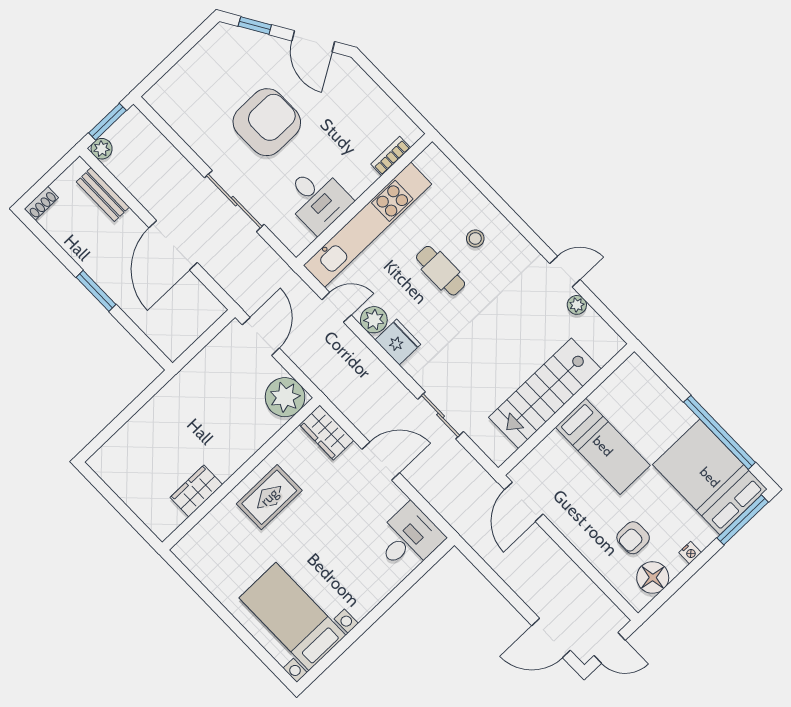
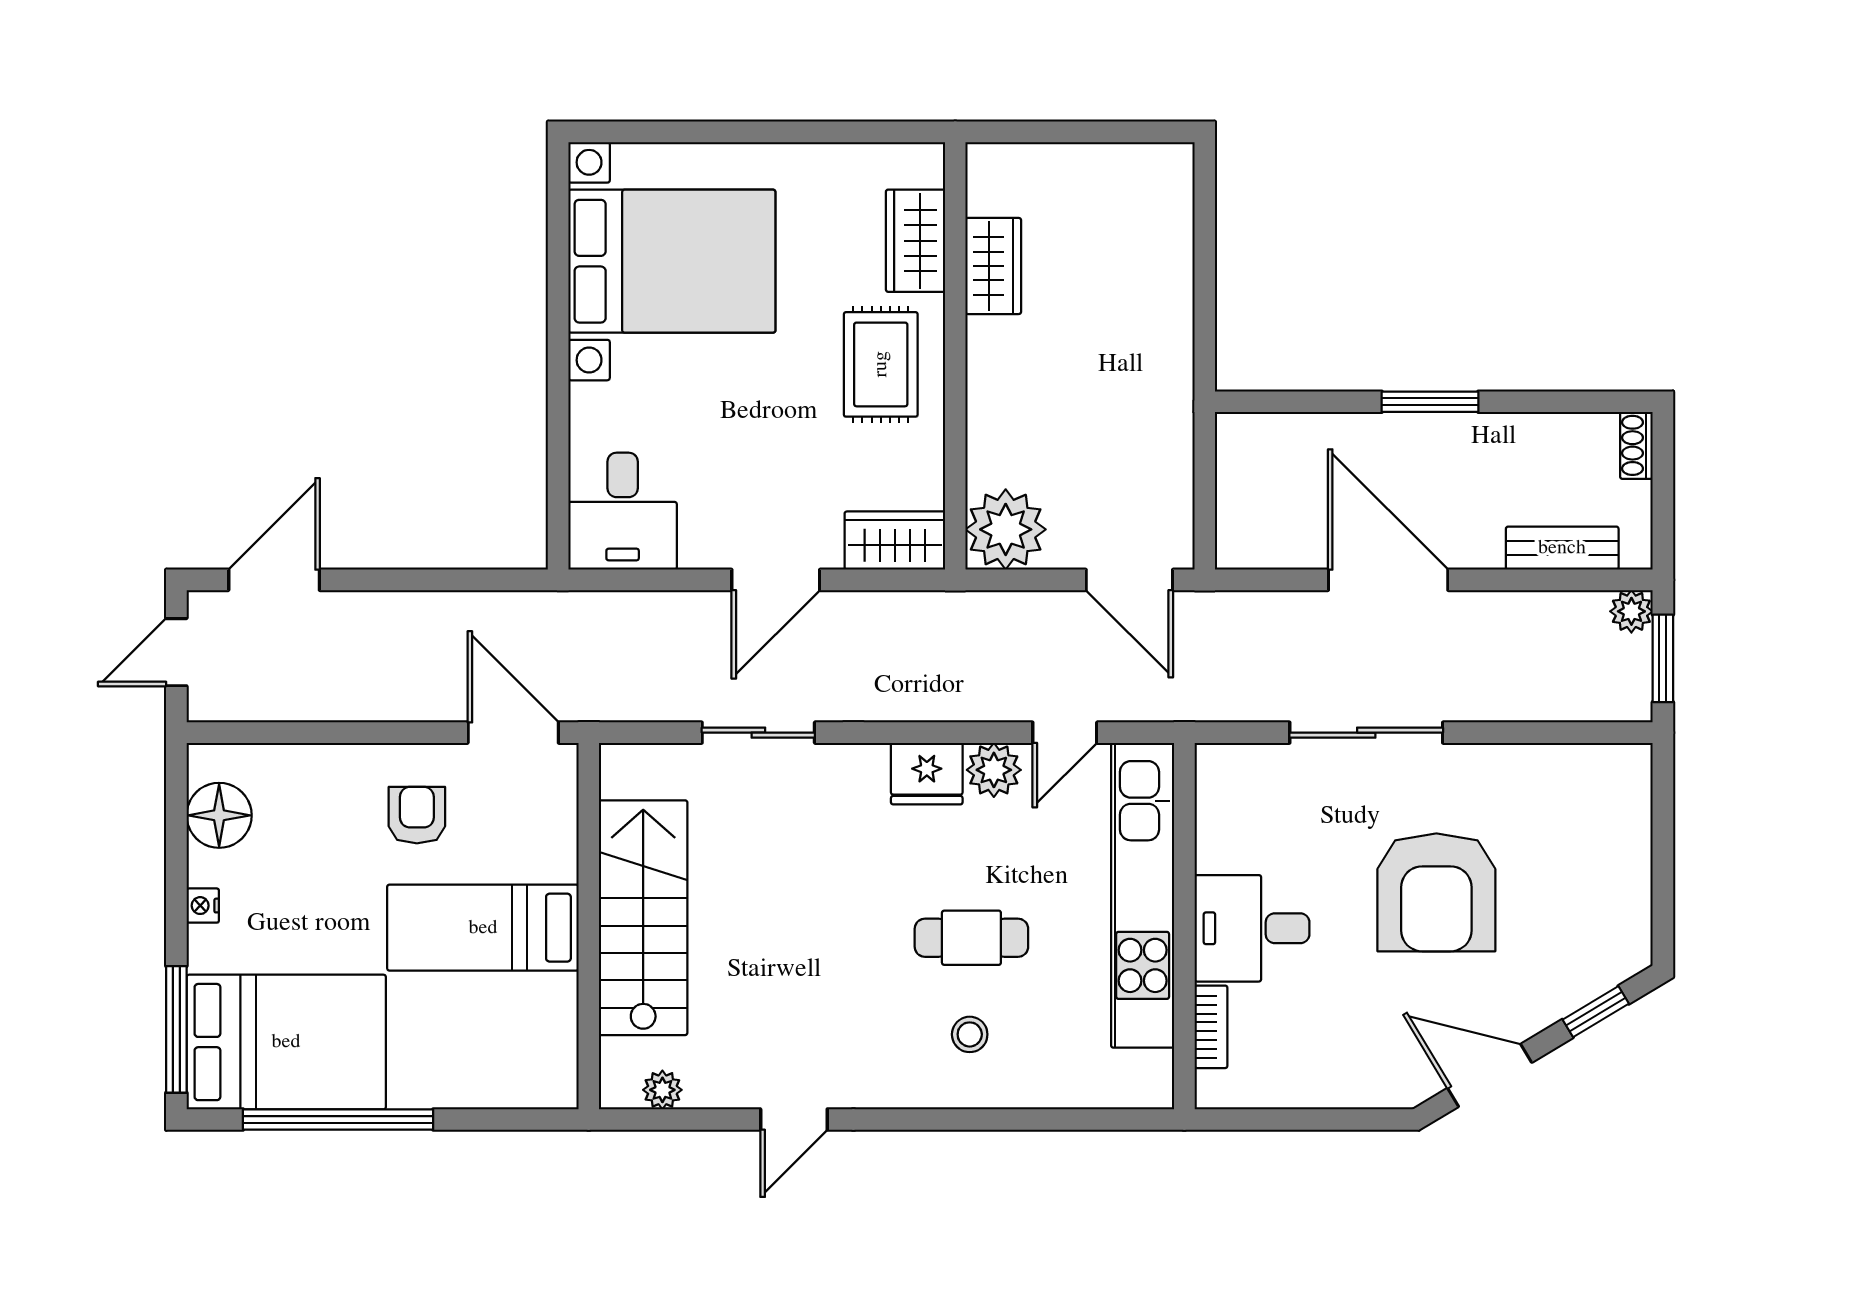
desk: (317, 199) -> (1252, 928), moved
plant: (577, 305) -> (662, 1090), moved
wardrobe: (214, 527) -> (915, 241), added
armchair: (633, 538) -> (417, 815), moved
bed with nightstands: (293, 617) -> (672, 261), width x1.36

